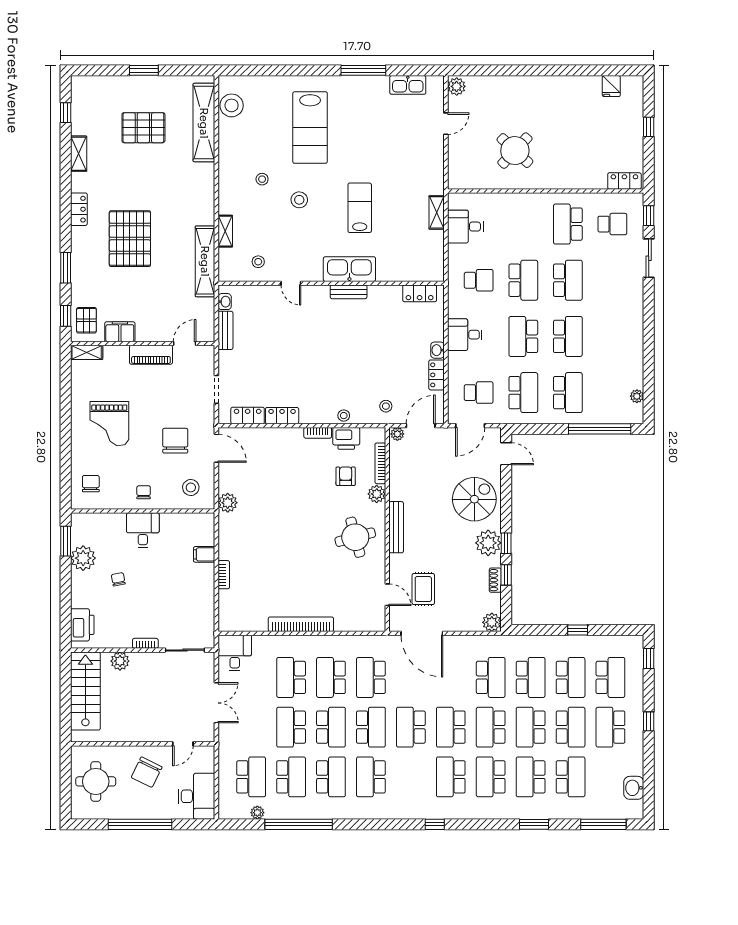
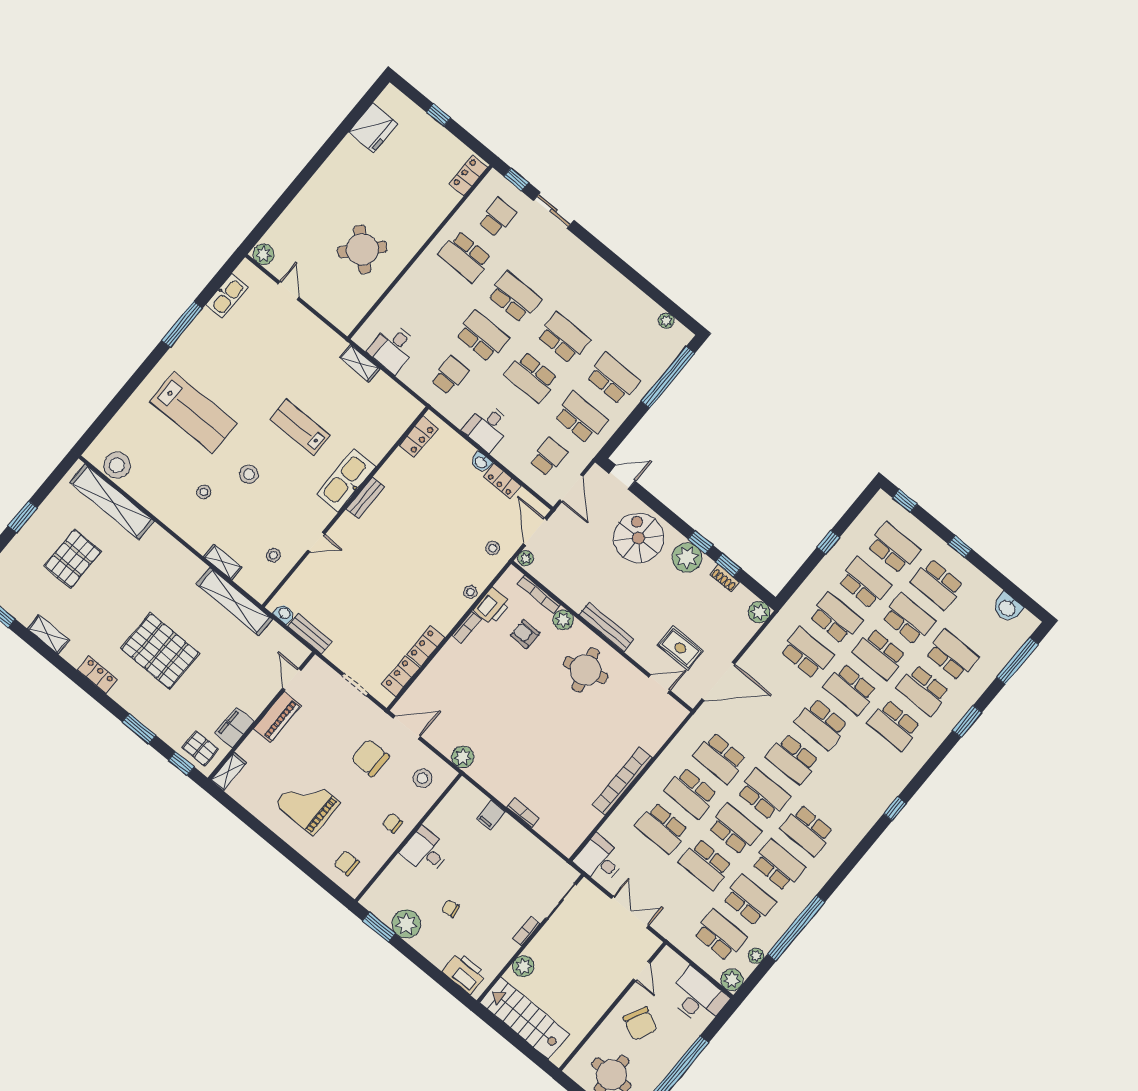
fridge: (611, 86) -> (373, 128), width x1.88, depth x1.34
grand piano: (109, 424) -> (307, 803), turned 180
school desk: (451, 777) -> (865, 760), removed
plant: (228, 810) -> (732, 980), added

